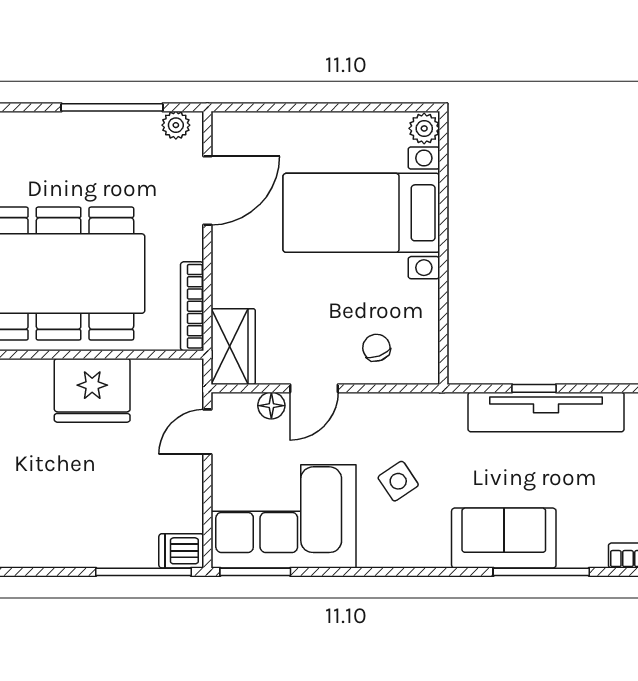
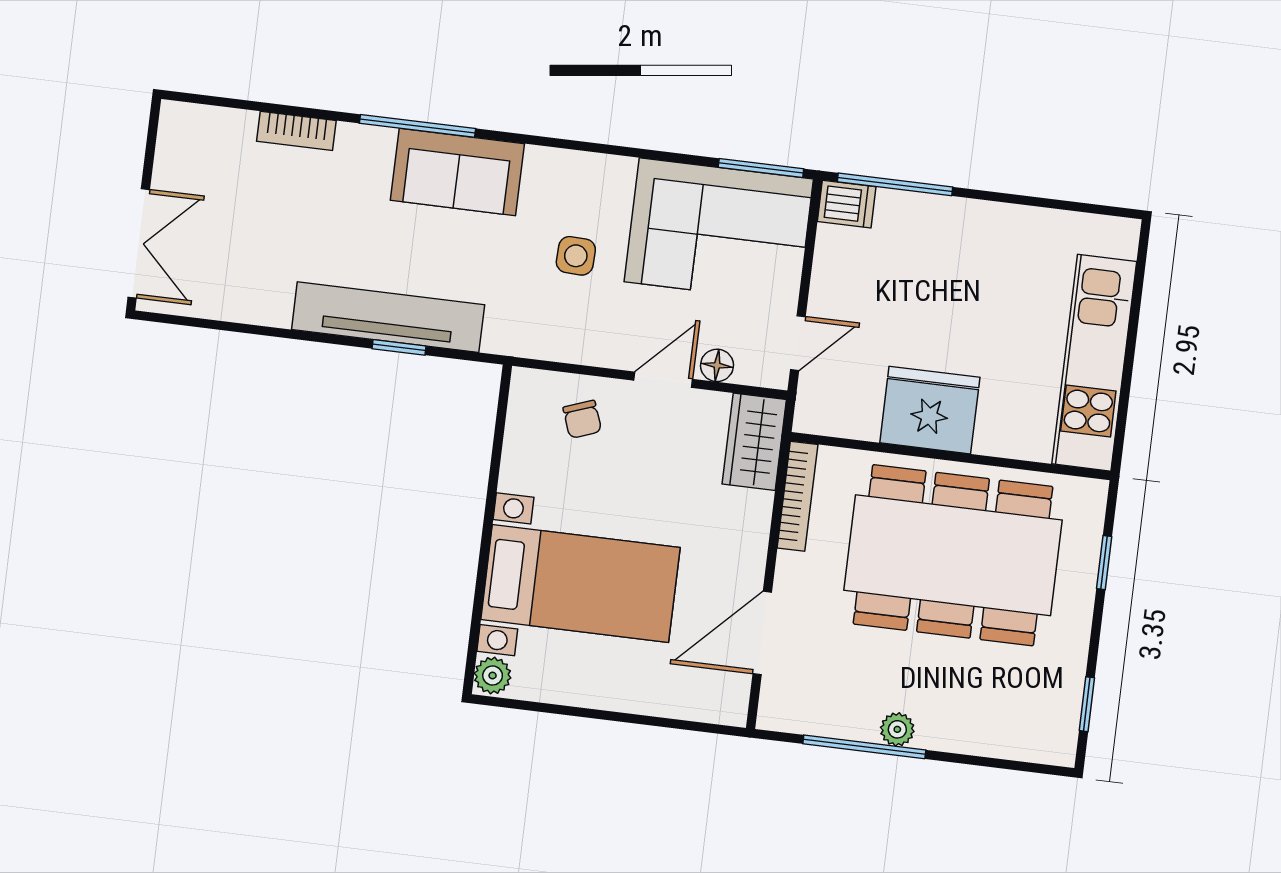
plant: (176, 125) -> (897, 729), moved
side table: (398, 481) -> (576, 256), turned 36

